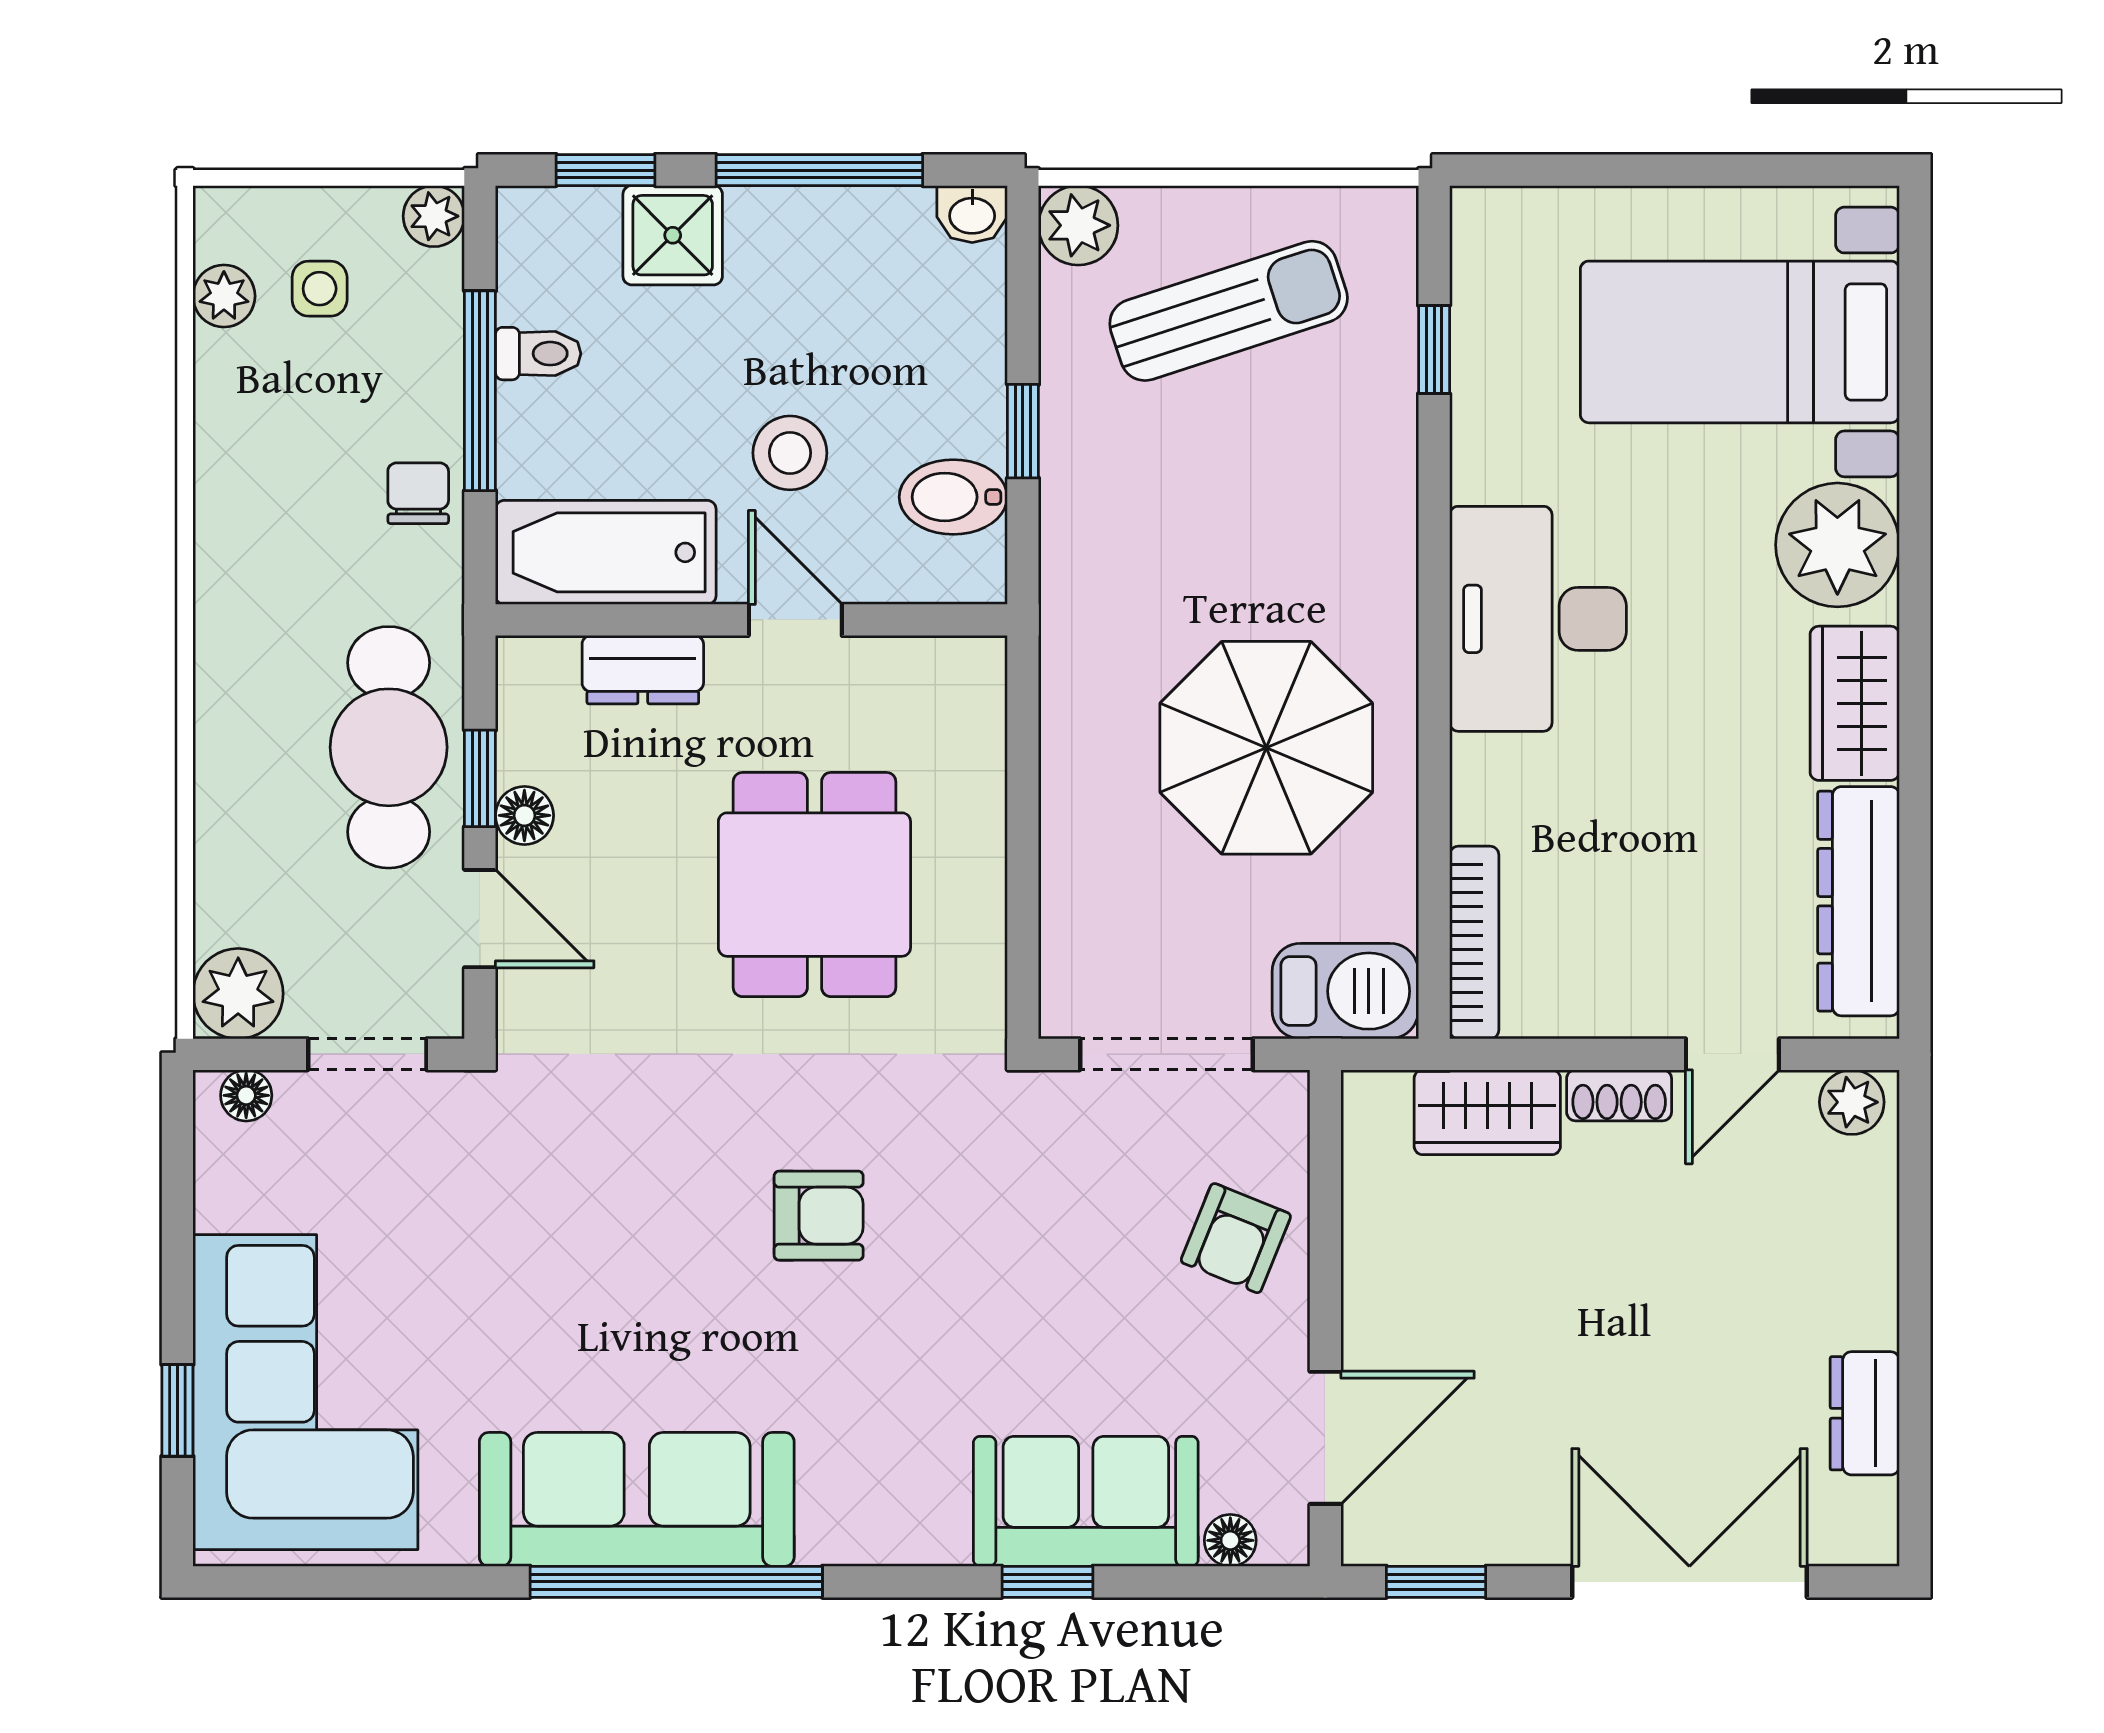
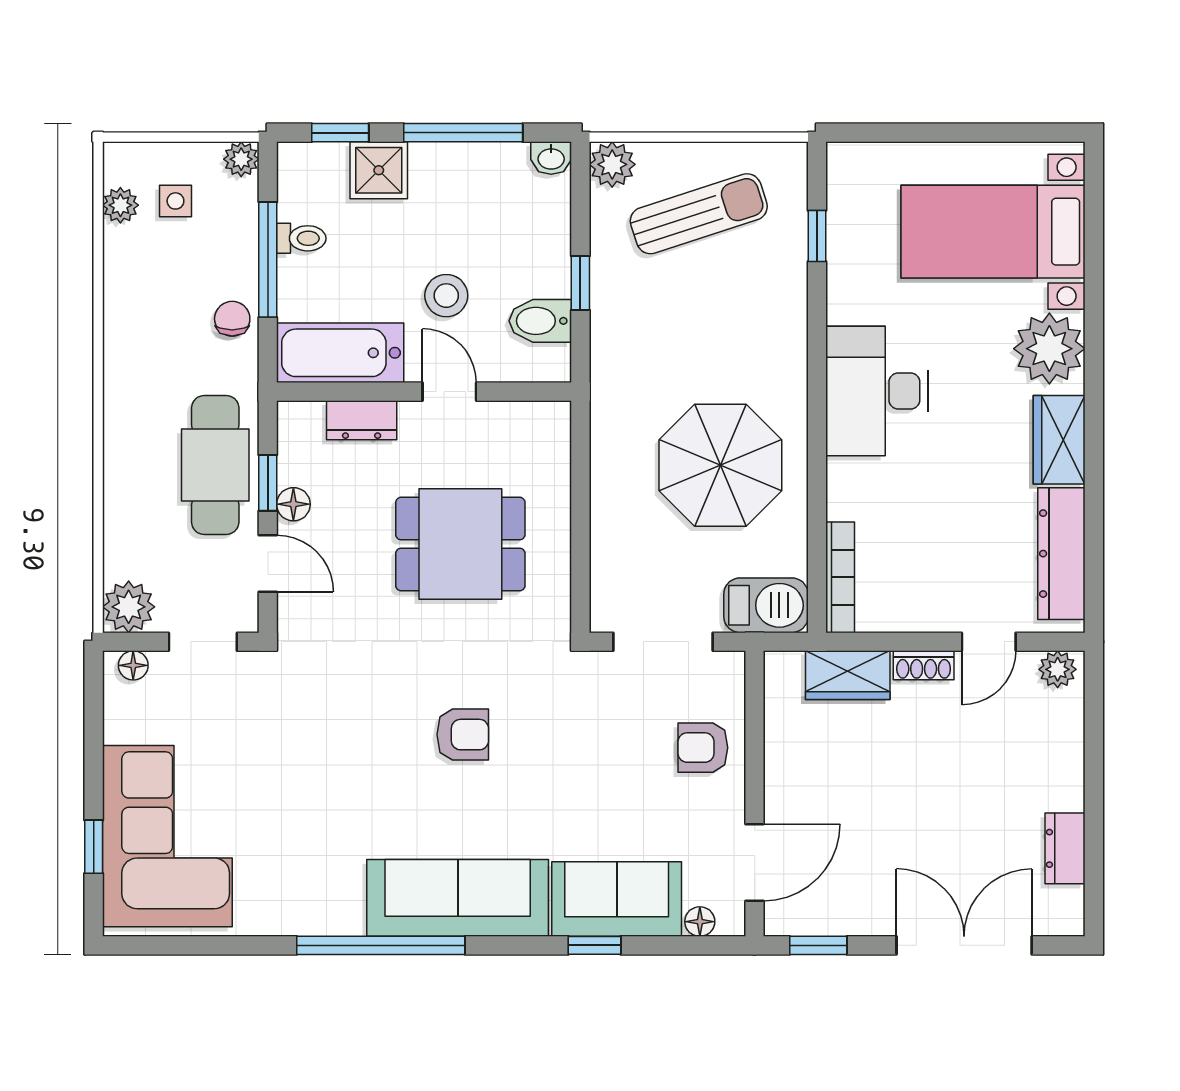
dining table: (814, 885) -> (460, 544), turned 90
armchair: (1236, 1238) -> (703, 748), turned 68
sofa: (637, 1499) -> (458, 898), moved

